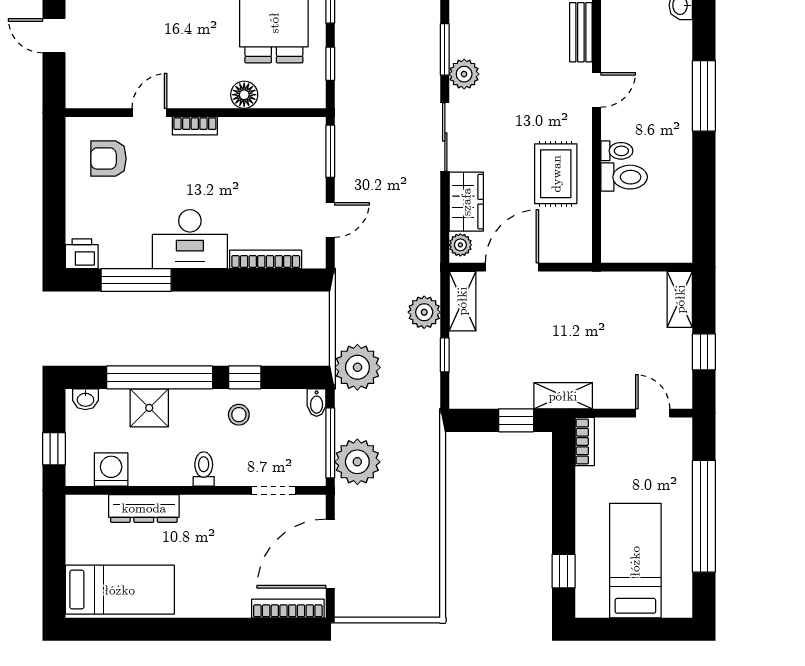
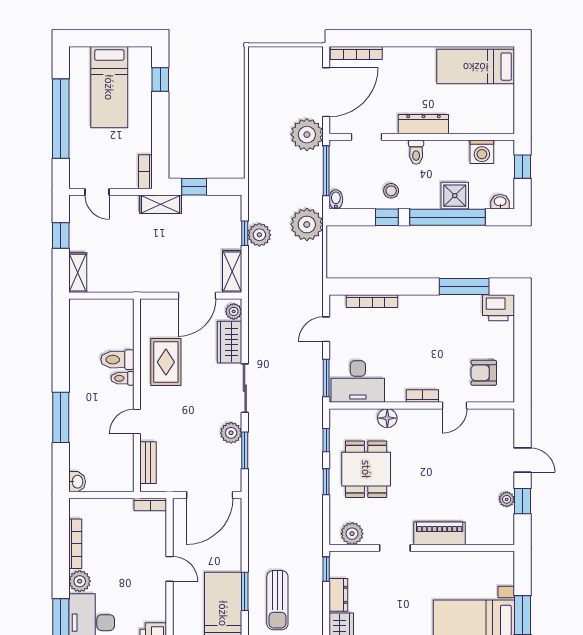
armchair: (108, 159) -> (484, 373), turned 180
desk: (190, 239) -> (358, 381), moved, turned 180
printer: (82, 254) -> (498, 308), width x1.36, depth x1.24
plant: (424, 312) -> (259, 235), moved
plant: (357, 462) -> (307, 135), moved
dresser: (144, 508) -> (423, 124), moved

